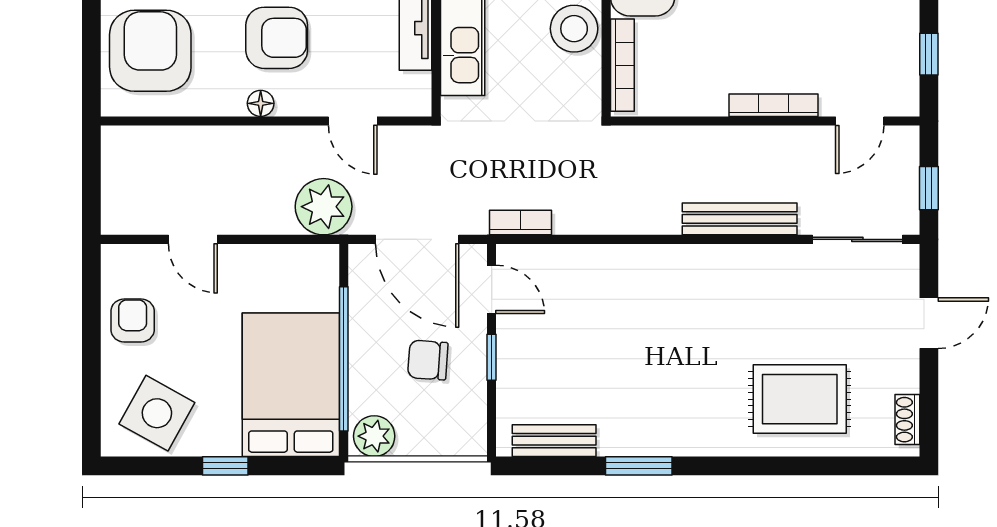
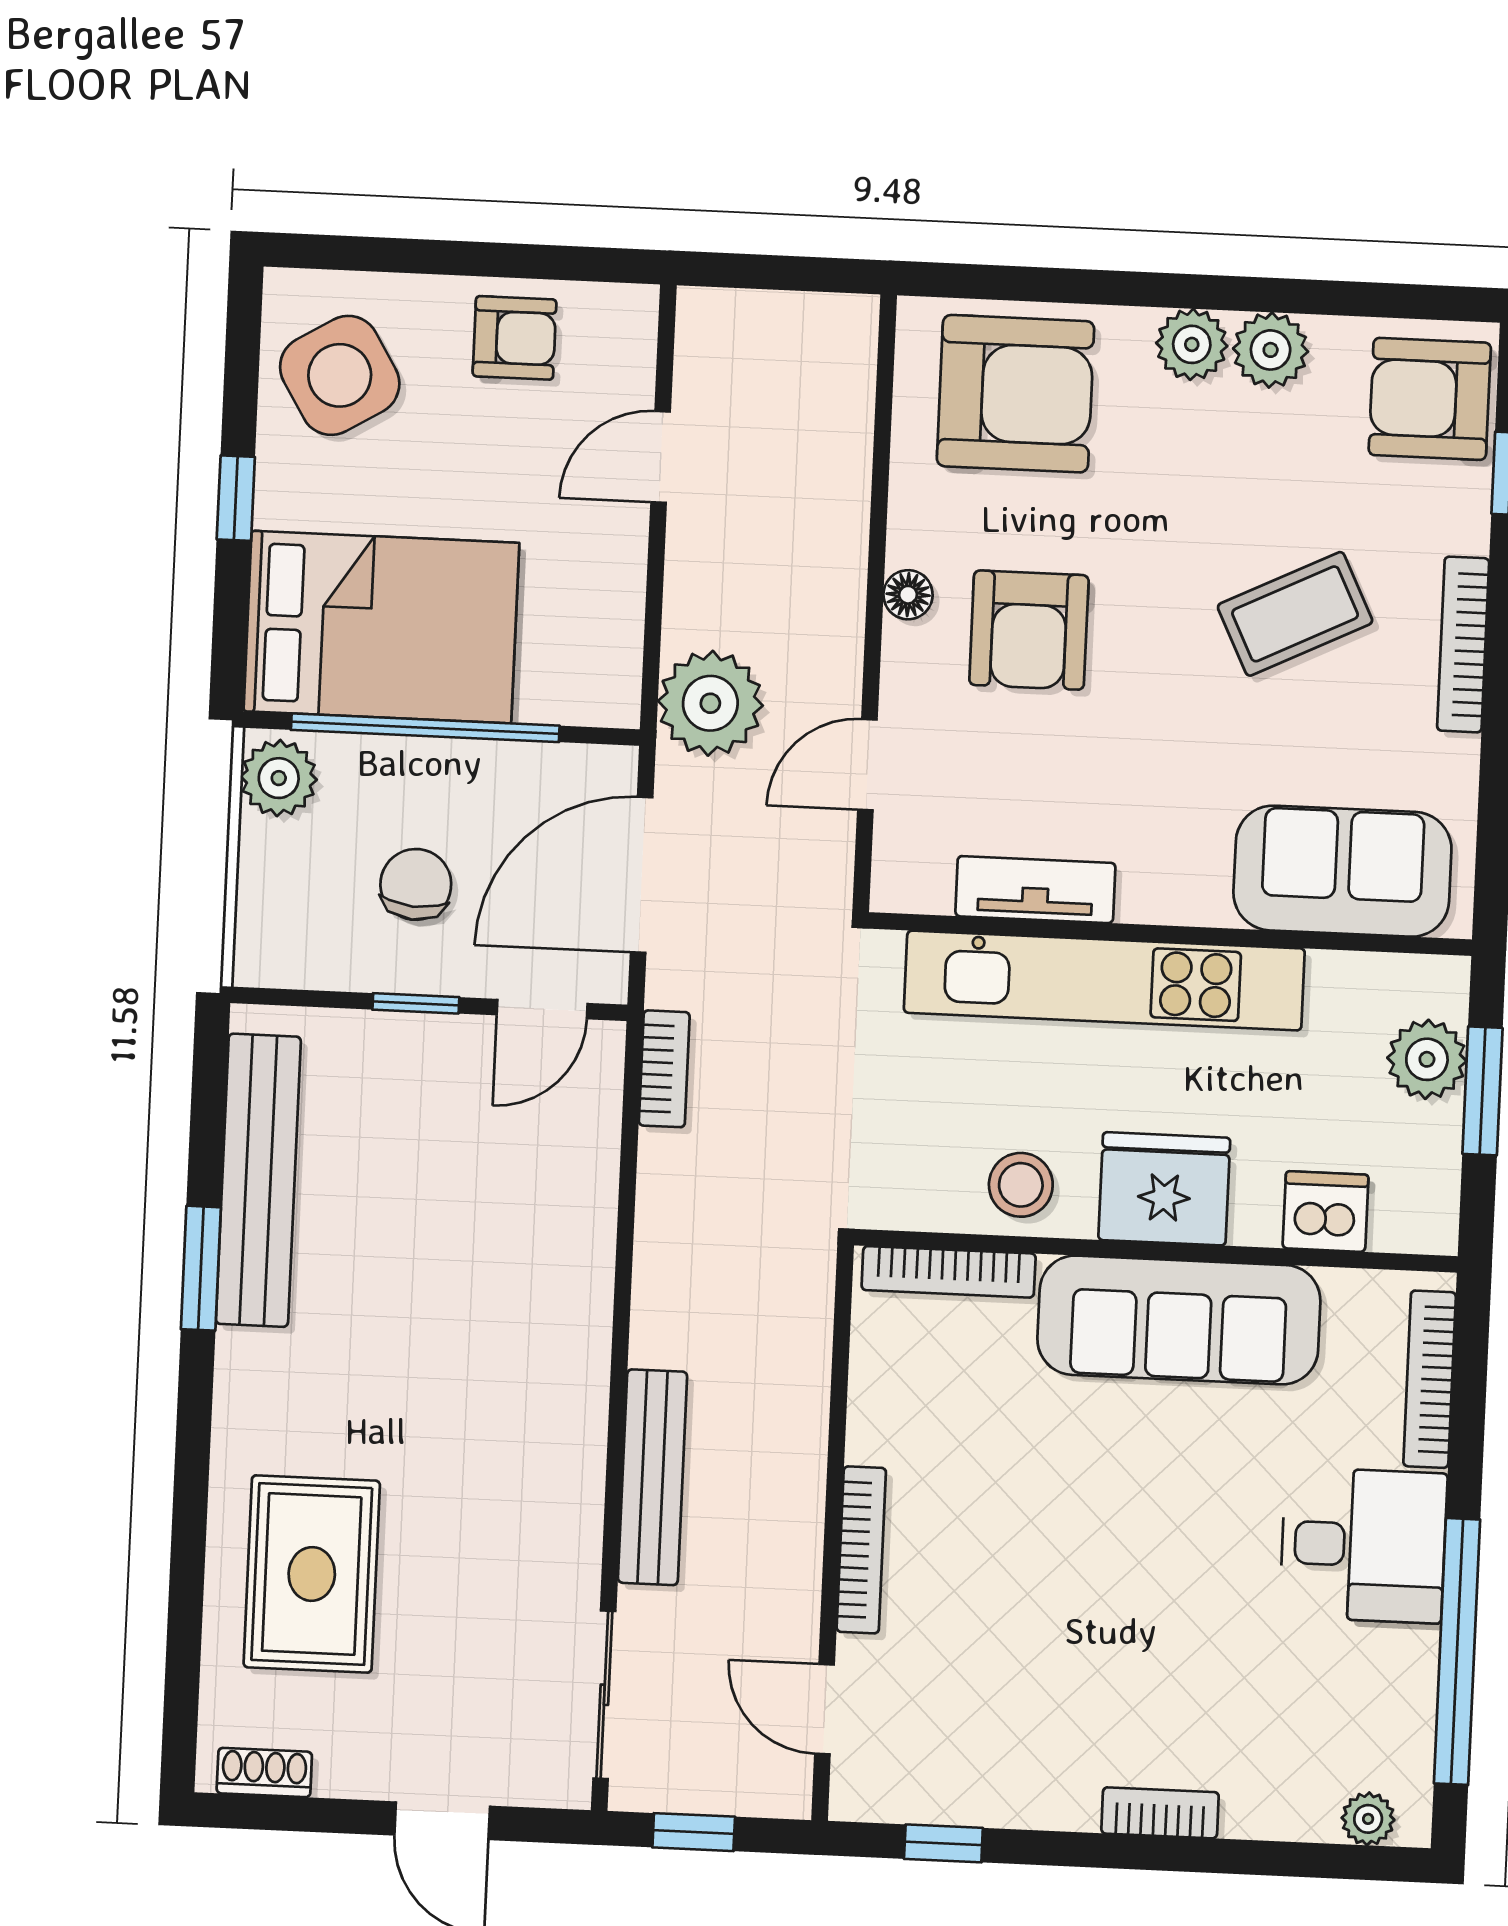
stool: (574, 29) -> (1021, 1185), width x0.73, depth x0.73
side table: (157, 413) -> (340, 375), turned 30
bench: (554, 441) -> (258, 1180), width x1.86, depth x1.21

